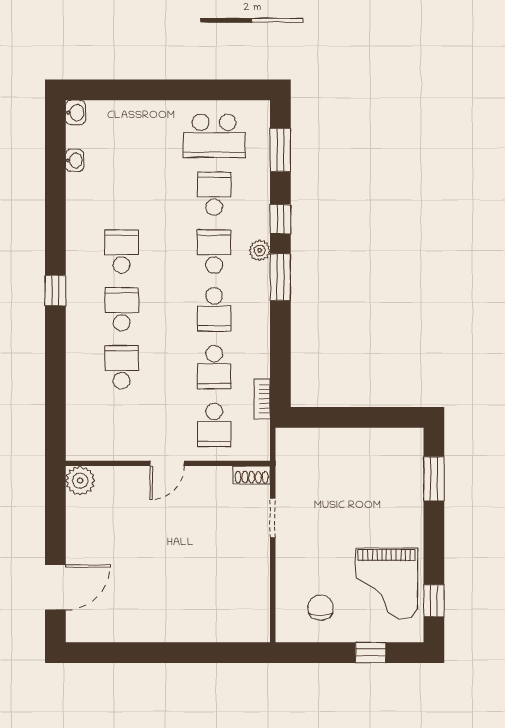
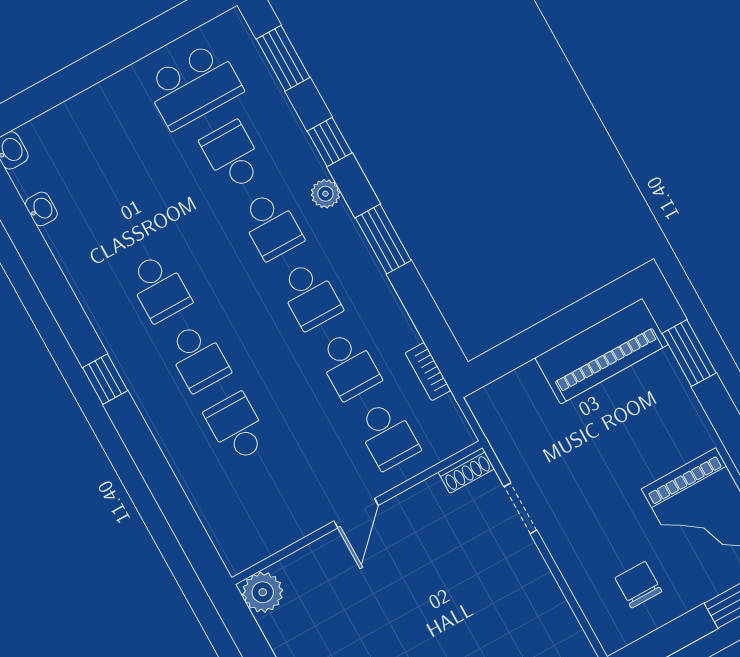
school desk: (122, 252) -> (159, 288), turned 180
school desk: (214, 252) -> (271, 226), turned 180
window: (280, 277) -> (383, 239), moved
school desk: (122, 309) -> (198, 358), turned 180
piano: (379, 447) -> (602, 351), added

